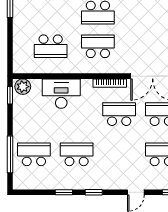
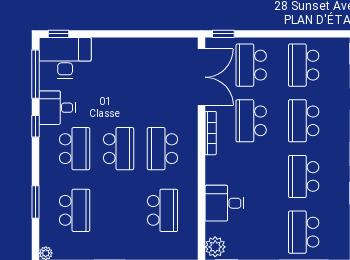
desk: (61, 94) -> (224, 203), width x0.73
school desk: (119, 154) -> (304, 121), added

